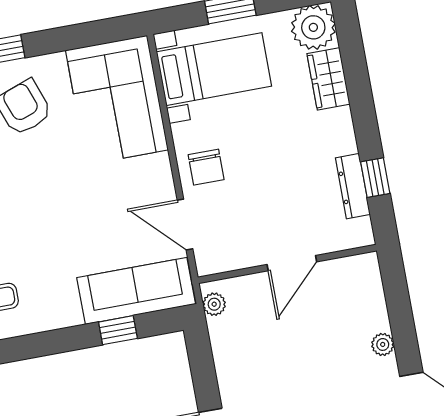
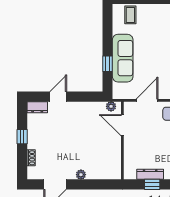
door: (292, 263) -> (122, 125), moved
sofa: (136, 291) -> (123, 58), moved

